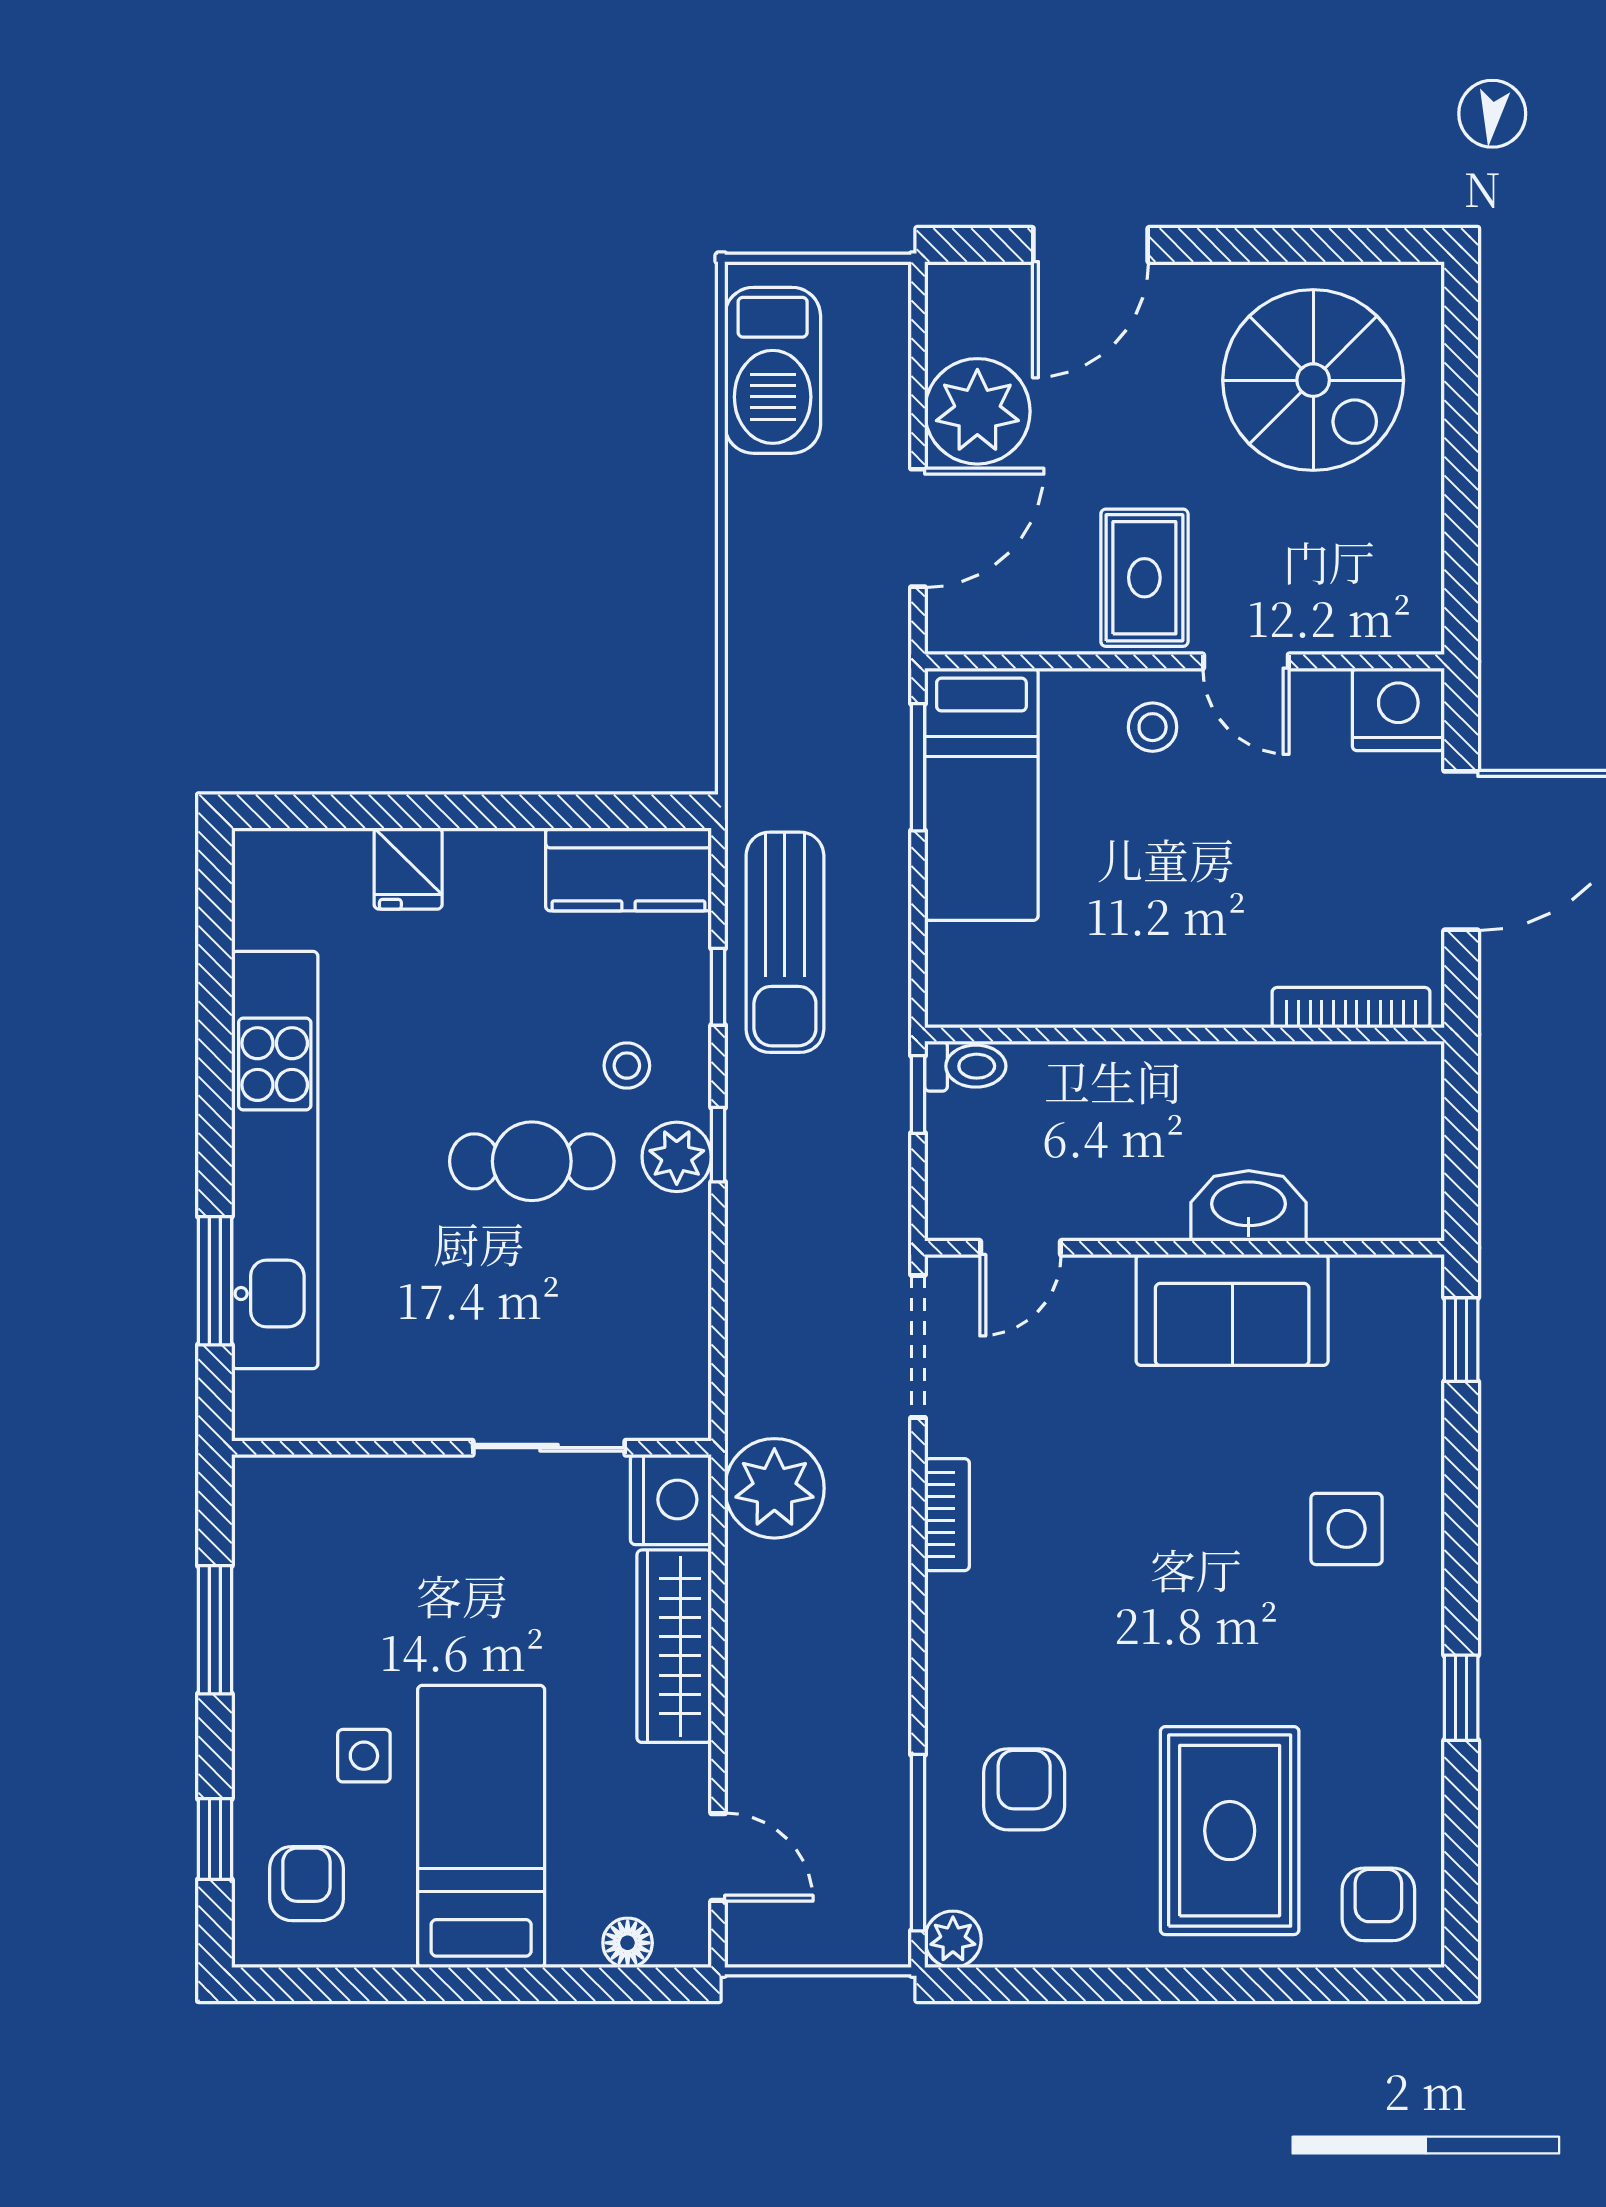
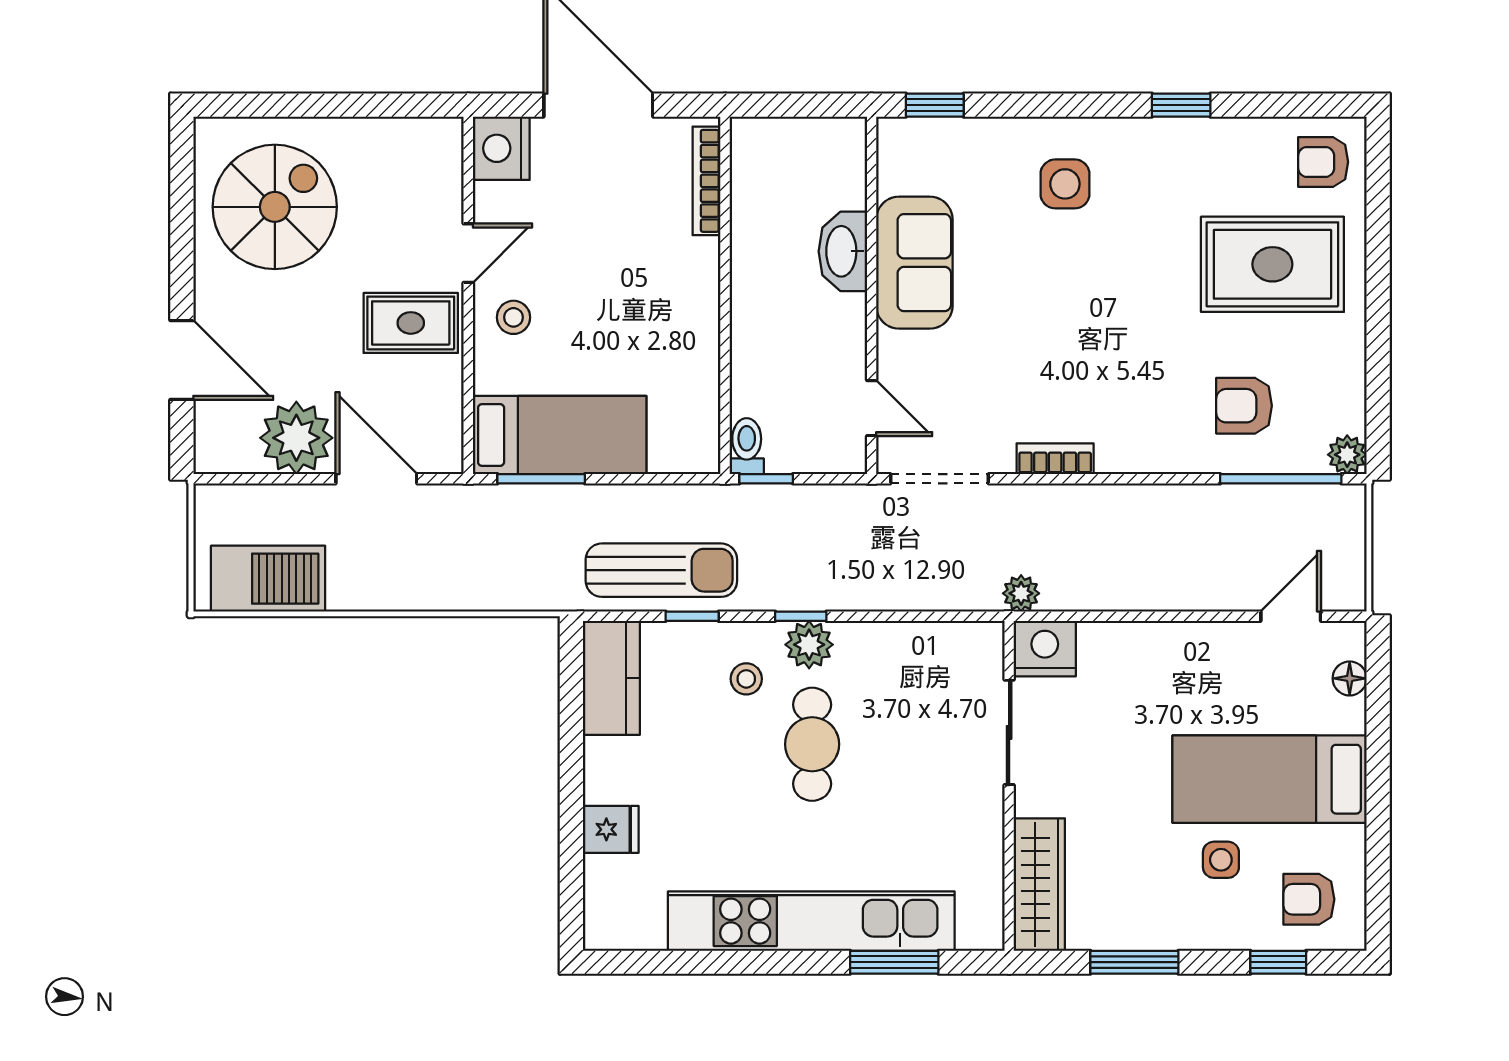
plant: (774, 1488) -> (1021, 593), width x0.53, depth x0.53
wardrobe: (674, 1646) -> (1039, 885), moved, turned -90

